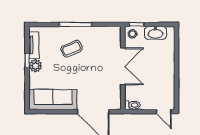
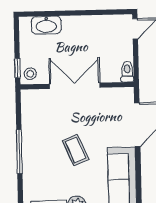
washbasin: (155, 33) -> (46, 25), moved, turned 90
coffee table: (71, 49) -> (76, 150), moved

